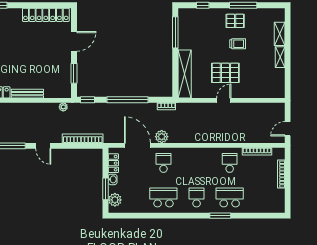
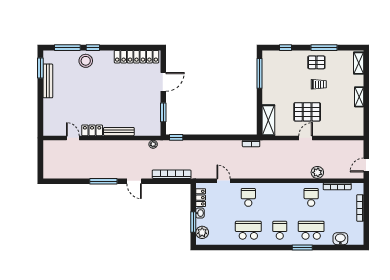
shelving: (280, 34) -> (359, 63), moved
shelving: (185, 74) -> (268, 120), width x0.68
window: (127, 100) -> (214, 137), removed
plant: (162, 137) -> (317, 172), moved
door: (137, 145) -> (224, 181), width x0.53
washbasin: (260, 206) -> (340, 239), added

